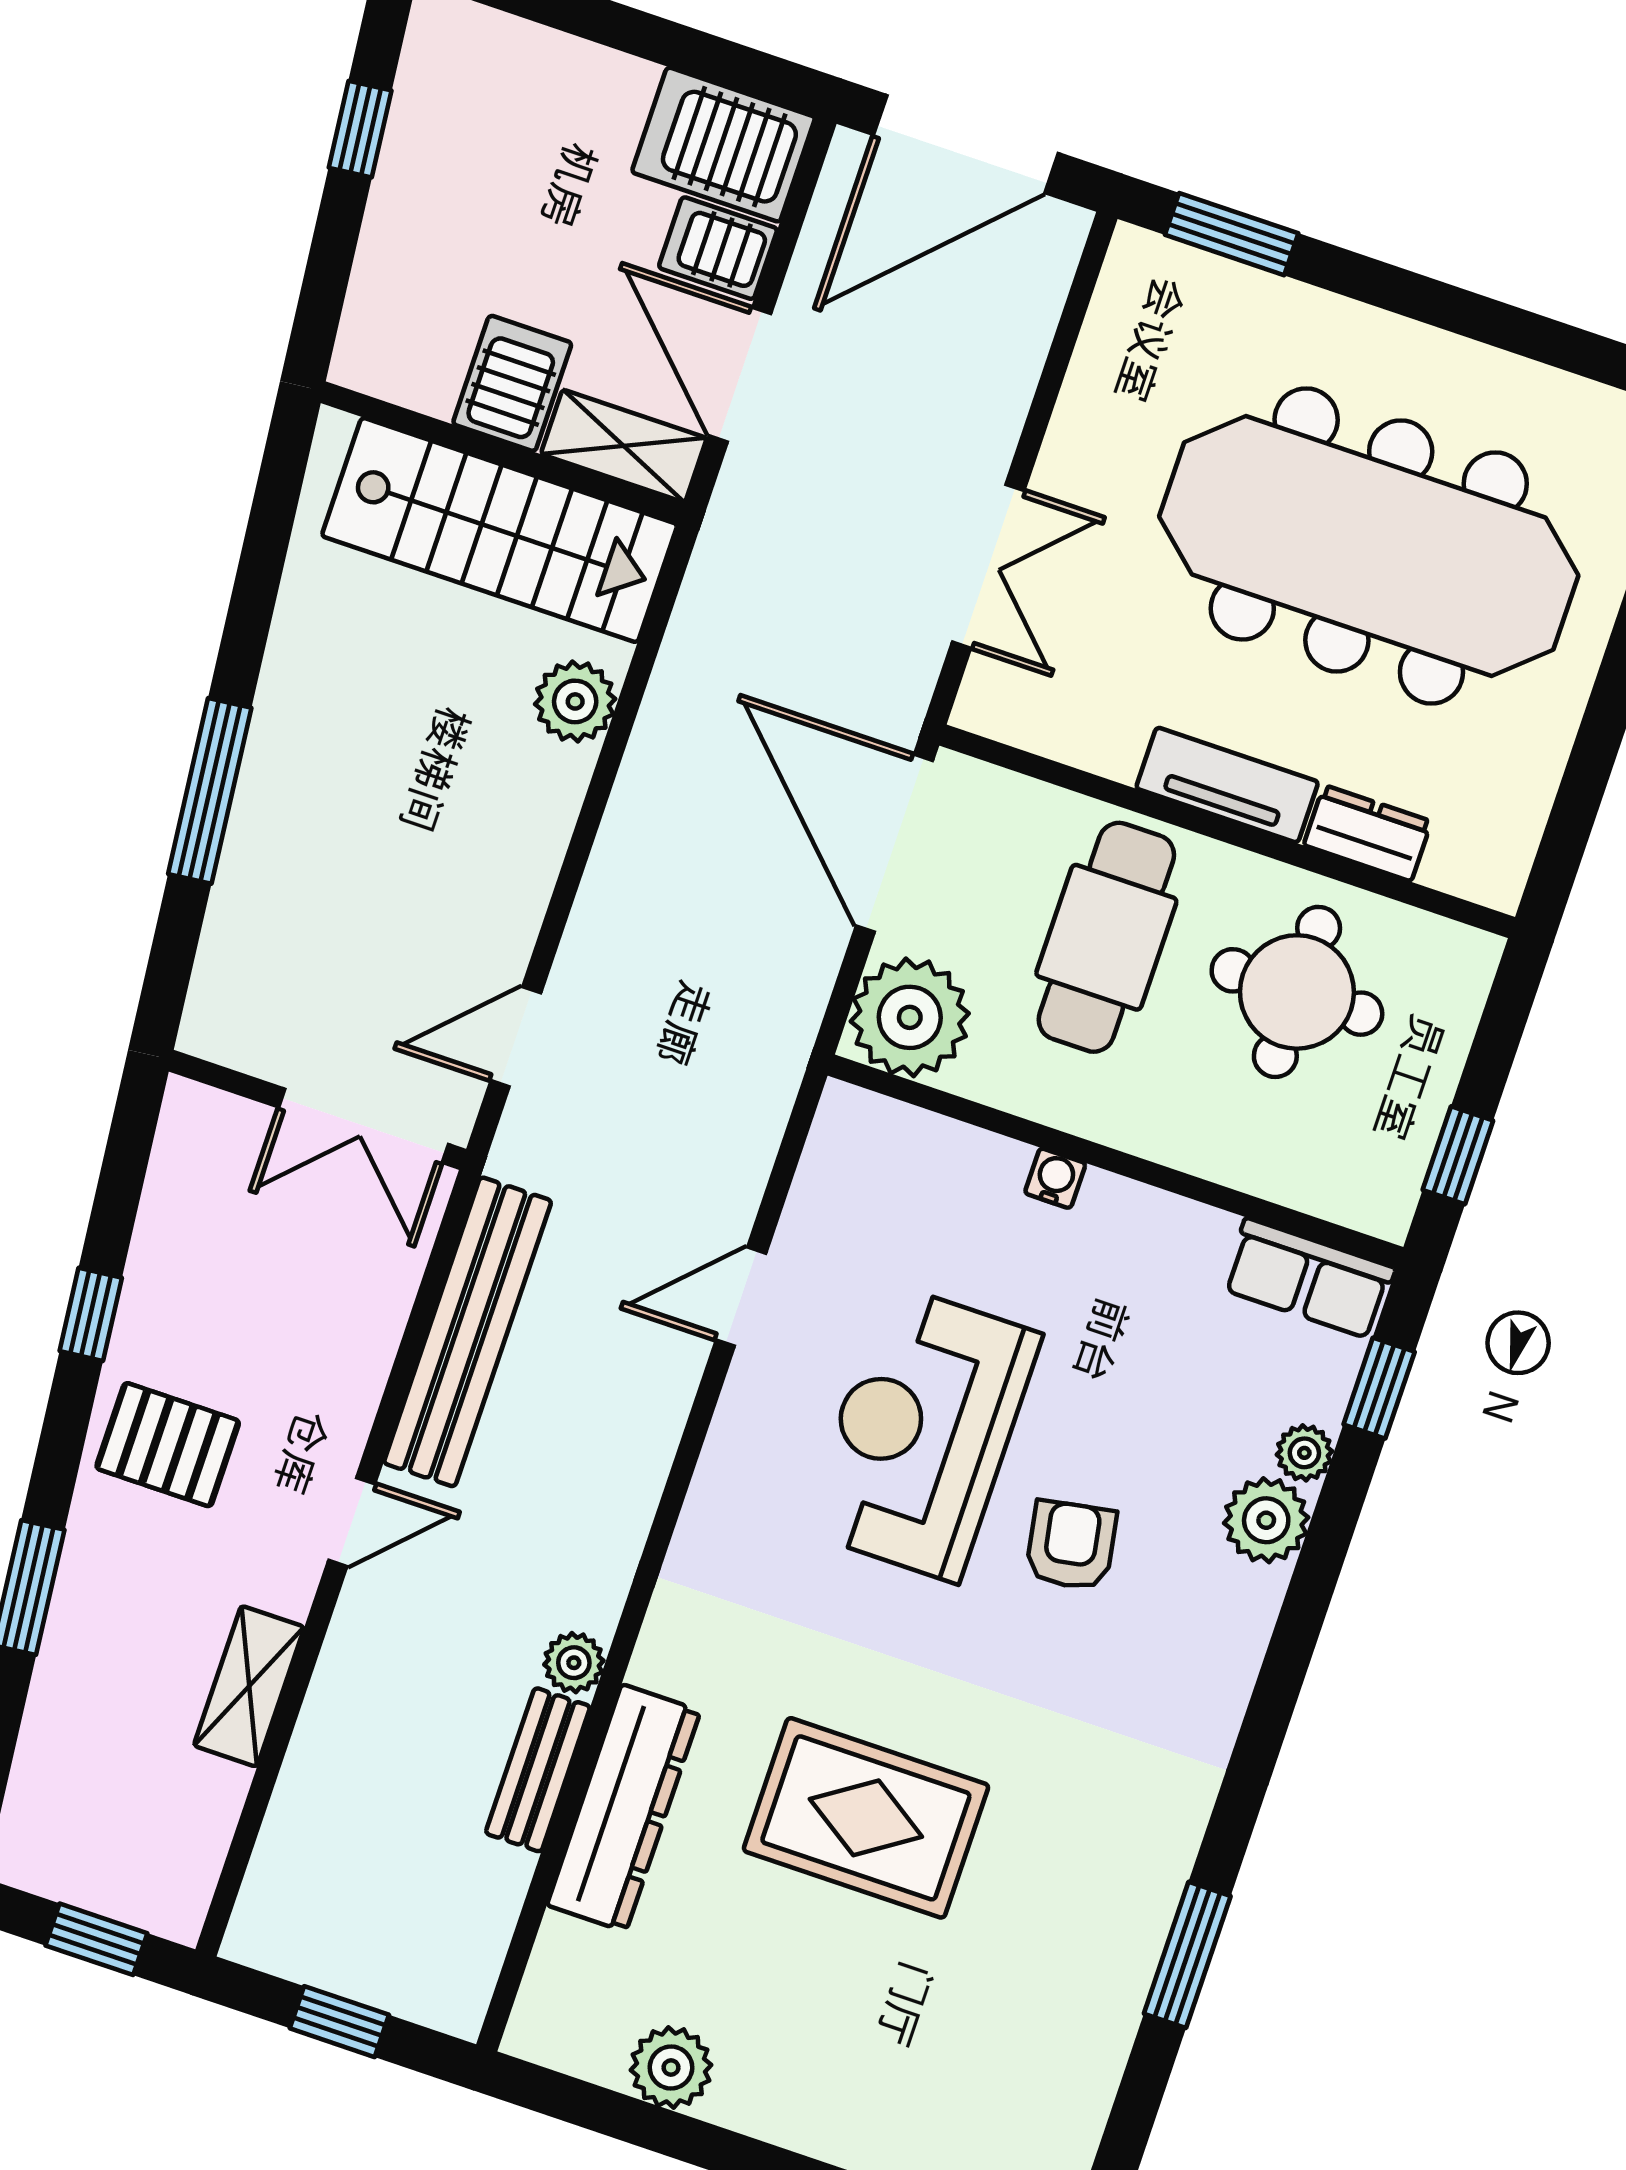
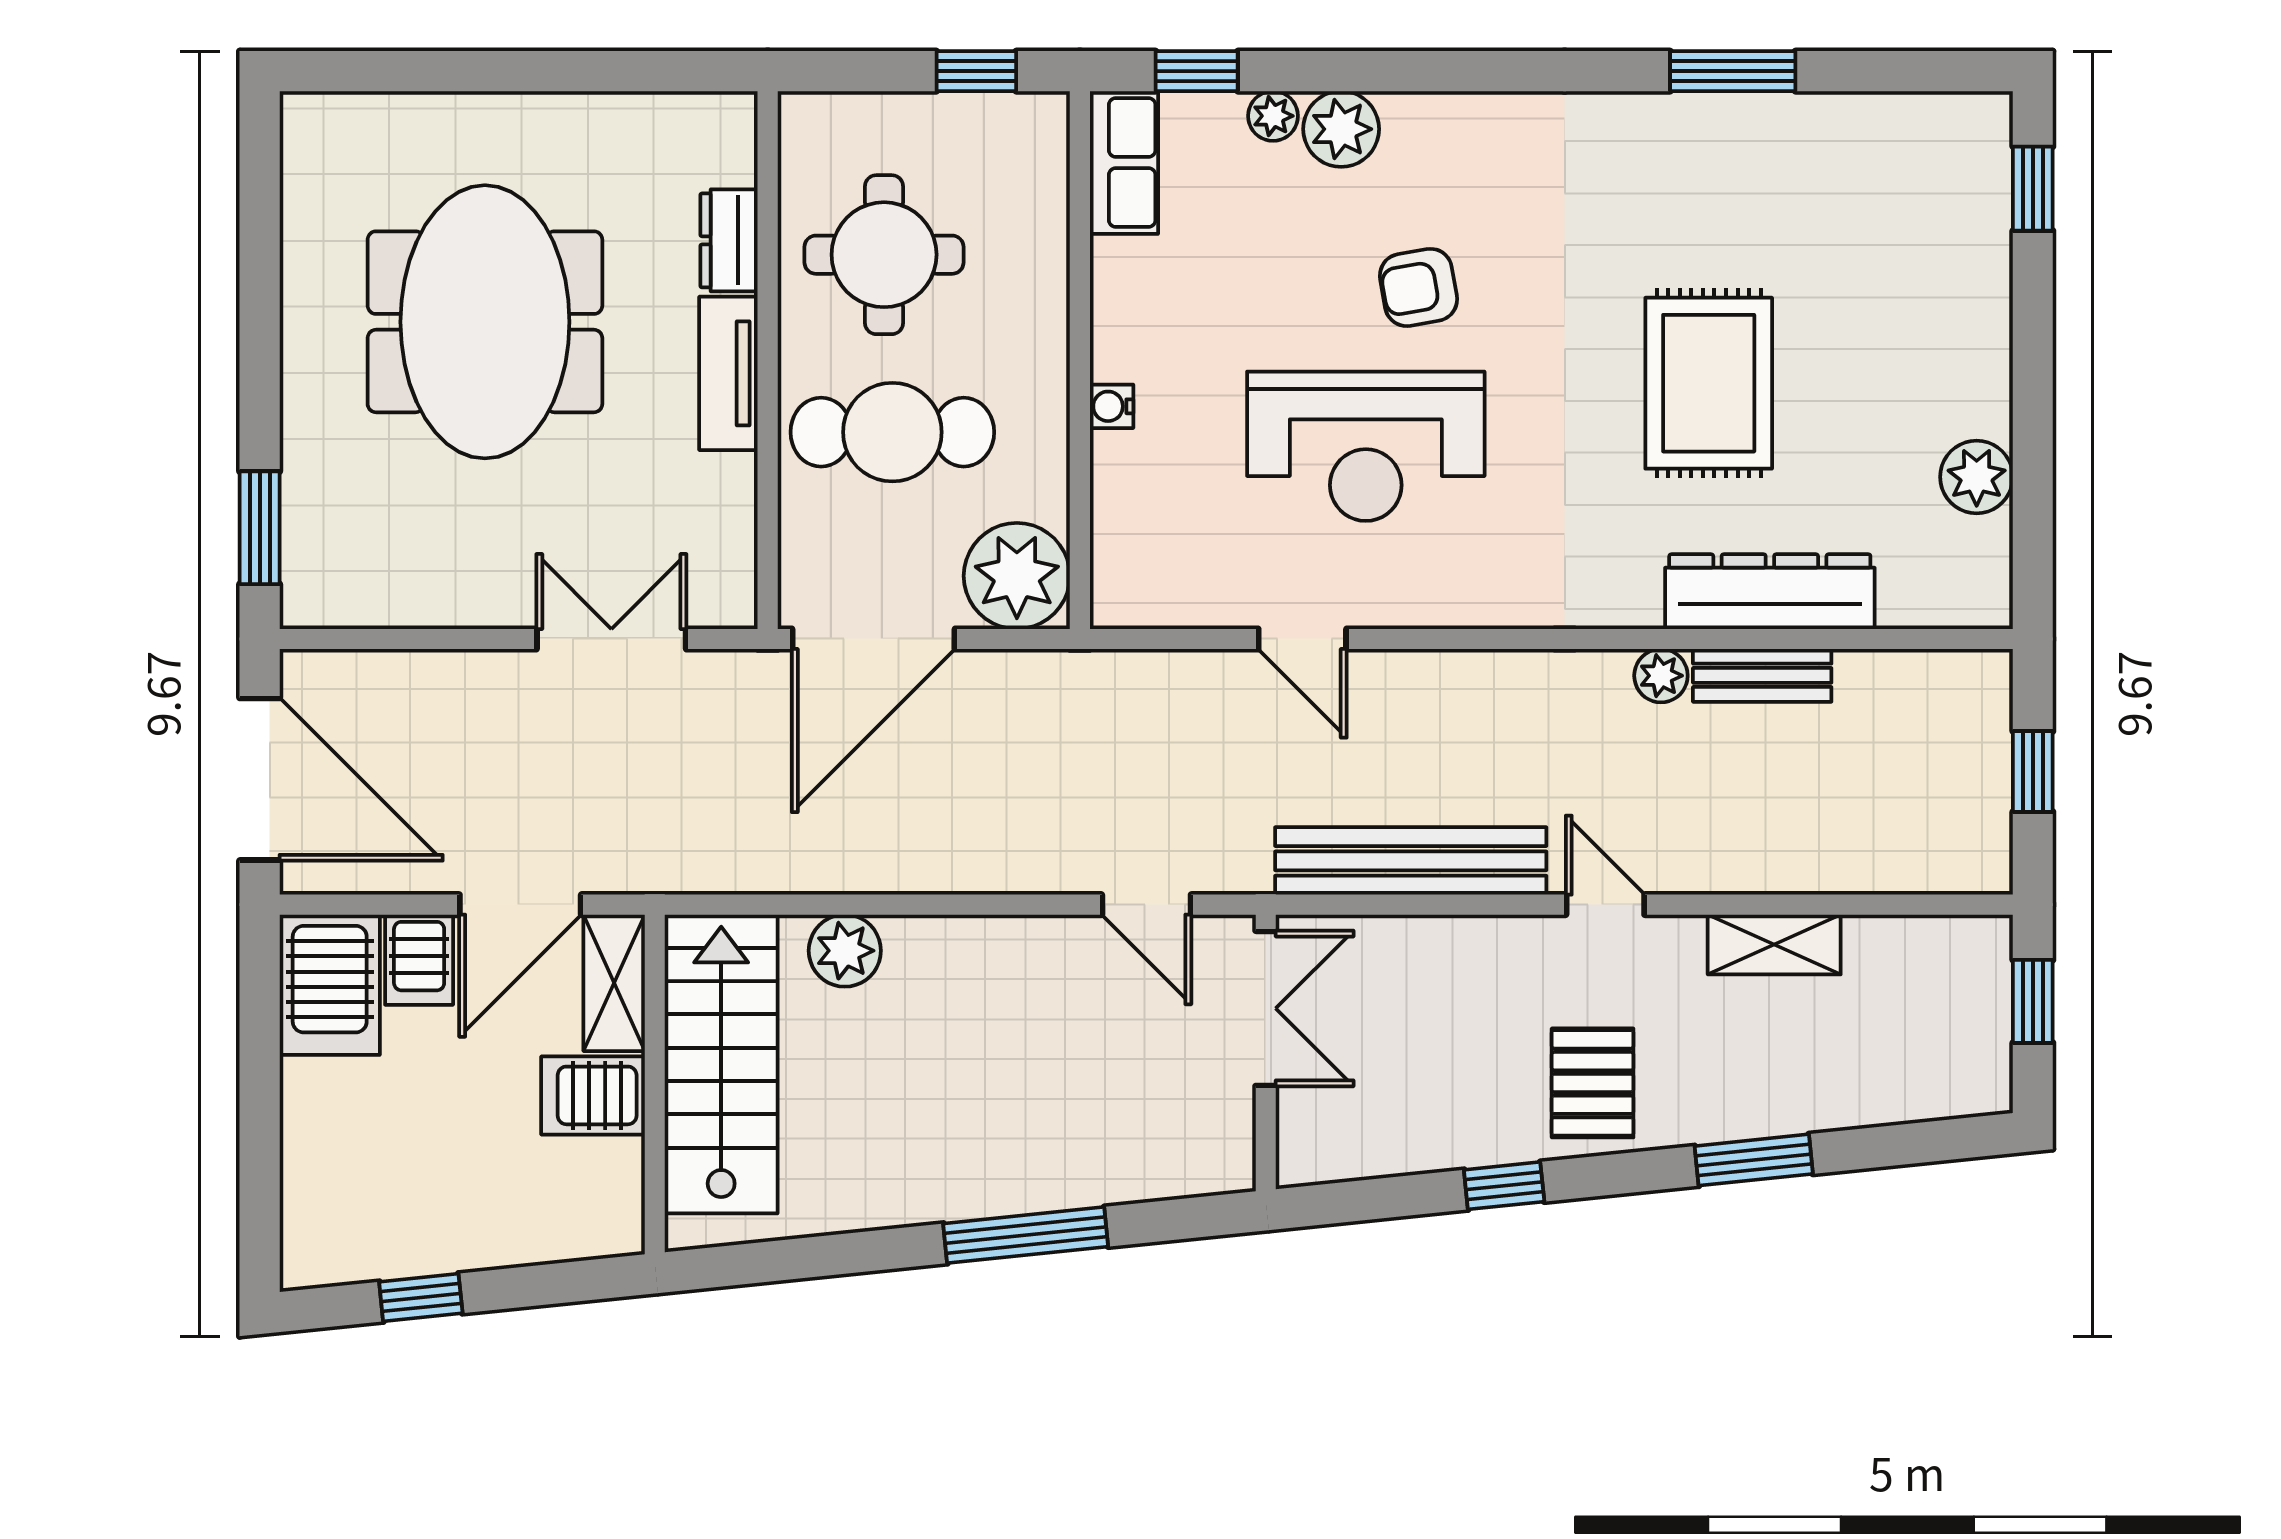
meeting table: (1369, 546) -> (485, 322), width x0.73

